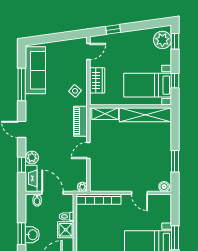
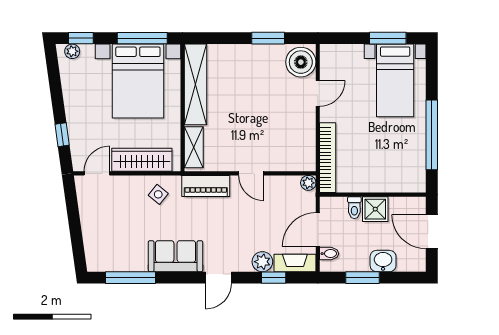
plant: (162, 40) -> (72, 51), width x0.53, depth x0.53
door: (88, 52) -> (97, 173), hinge flipped
sofa: (35, 70) -> (176, 256), moved, width x0.73
wardrobe: (97, 80) -> (142, 160), width x1.50
window: (175, 81) -> (142, 38), width x2.17
window: (22, 84) -> (130, 278), moved
bed with nightstands: (148, 85) -> (138, 81), width x1.36
boiler: (164, 187) -> (301, 62), width x1.86, depth x1.86
window: (22, 234) -> (363, 278), moved

